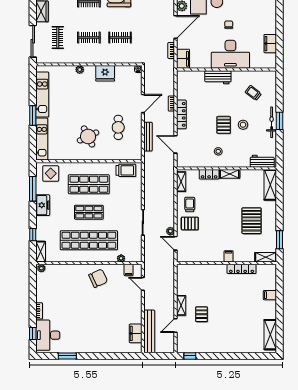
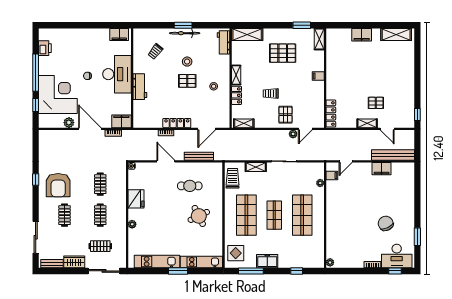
filing cabinet: (270, 44) -> (119, 34), moved
trolley: (190, 205) -> (271, 94), moved
shop shelf: (89, 240) -> (302, 215), width x0.71
shelving: (41, 252) -> (256, 167), moved
locker: (242, 269) -> (331, 114), moved
chair: (98, 278) -> (386, 223), moved
filing cabinet: (270, 295) -> (362, 35), width x2.00
filing cabinet: (136, 333) -> (382, 169), moved

